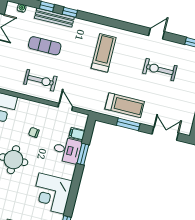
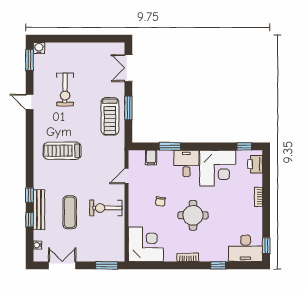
exercise bike: (40, 80) -> (106, 208), turned -90
treadmill: (125, 105) -> (110, 116), turned 180
desk: (67, 150) -> (186, 163), moved

